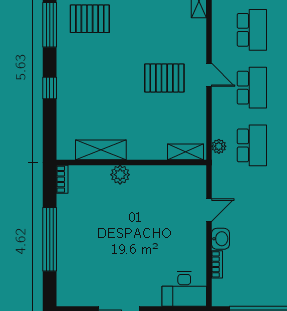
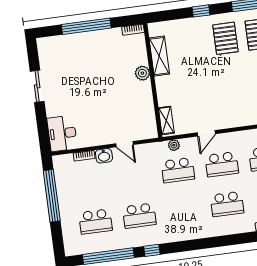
door: (209, 75) -> (206, 133), moved
pallet: (164, 78) -> (225, 38), moved

